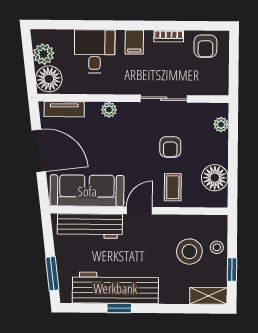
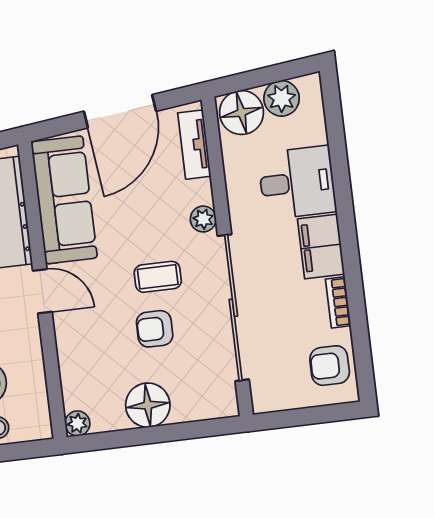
filing cabinet: (134, 42) -> (321, 247), width x2.00
sliding door: (164, 99) -> (233, 308), width x1.86
plant: (221, 124) -> (77, 423), moved
floor lamp: (215, 178) -> (148, 405), moved
coffee table: (173, 187) -> (158, 277), moved

